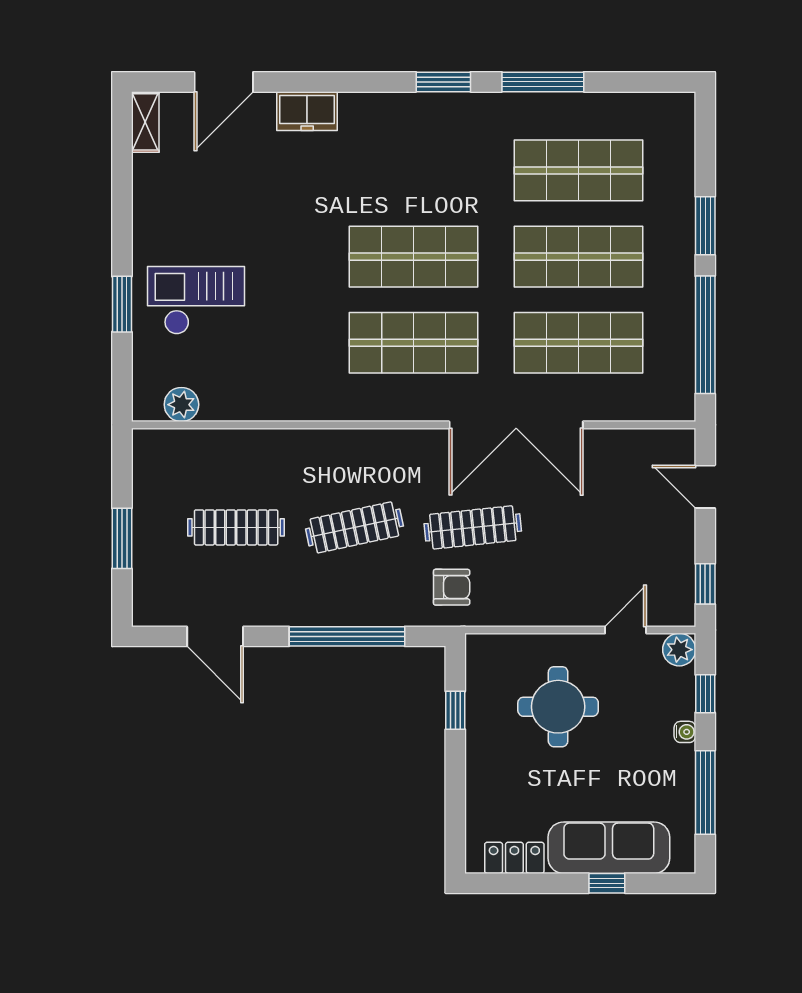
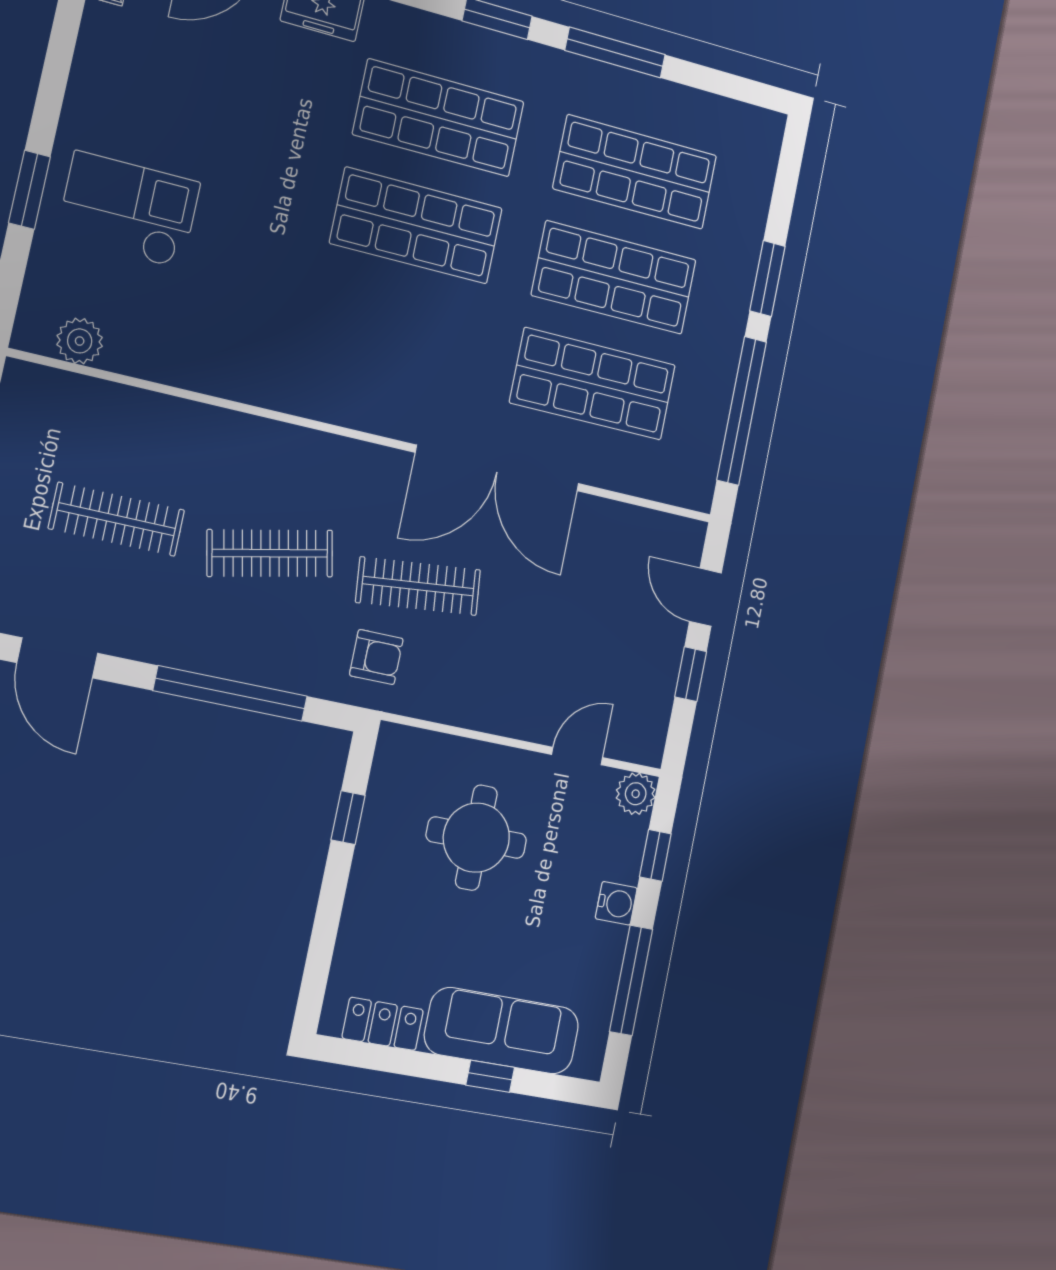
shop shelf: (414, 343) -> (439, 118), moved
window: (705, 584) -> (691, 674), moved
water cooler: (685, 732) -> (616, 903), width x1.38, depth x1.38

